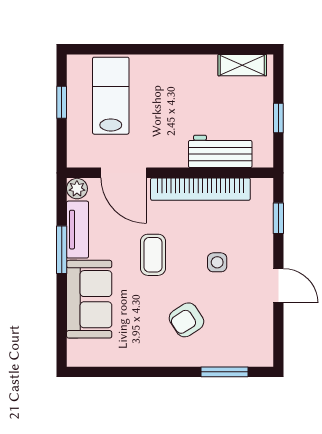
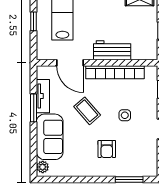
workbench: (220, 151) -> (112, 50), moved
plant: (77, 189) -> (43, 167), moved
coffee table: (153, 255) -> (87, 111), turned -41
armchair: (186, 320) -> (107, 149), turned -57

